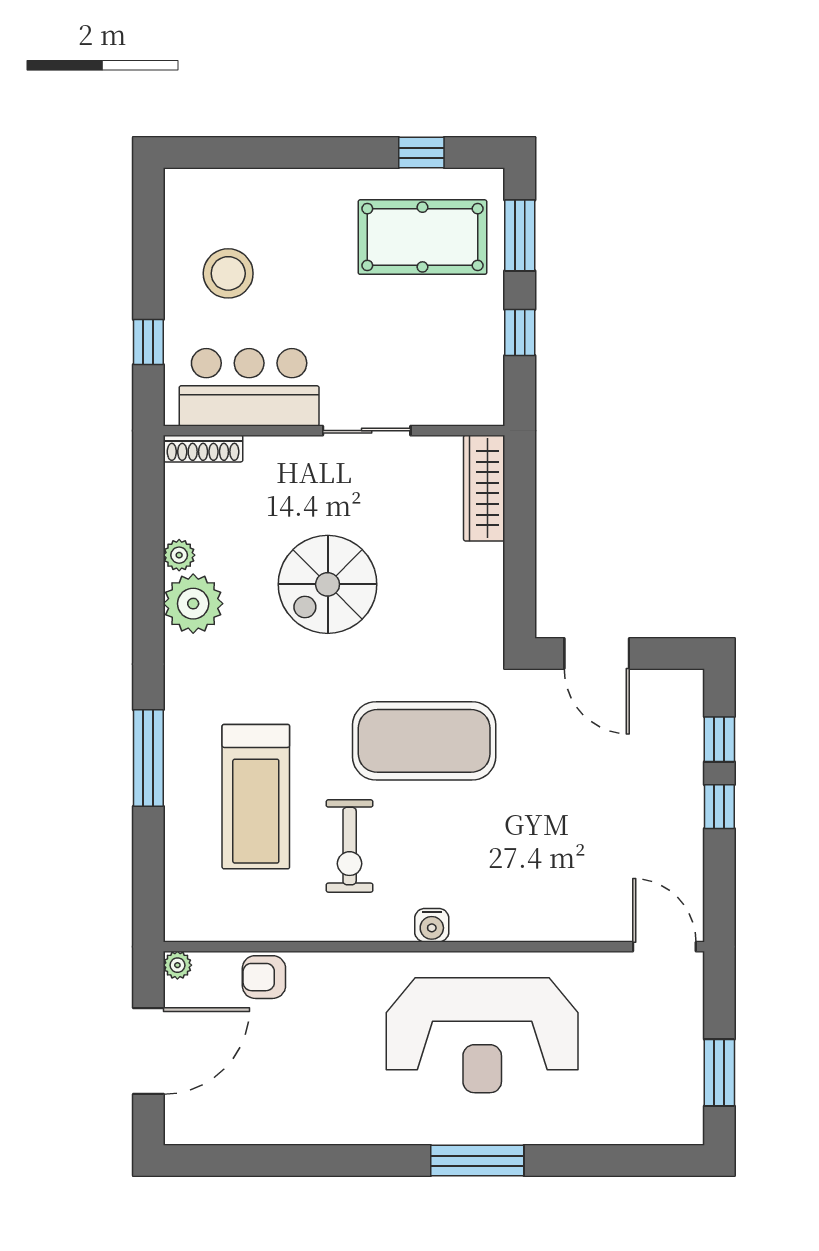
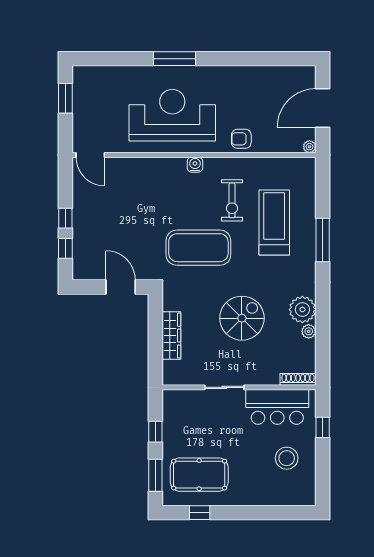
wardrobe: (484, 488) -> (171, 336), moved
exercise bike: (350, 846) -> (232, 200), turned 180
armchair: (264, 977) -> (241, 139), moved, turned 180

